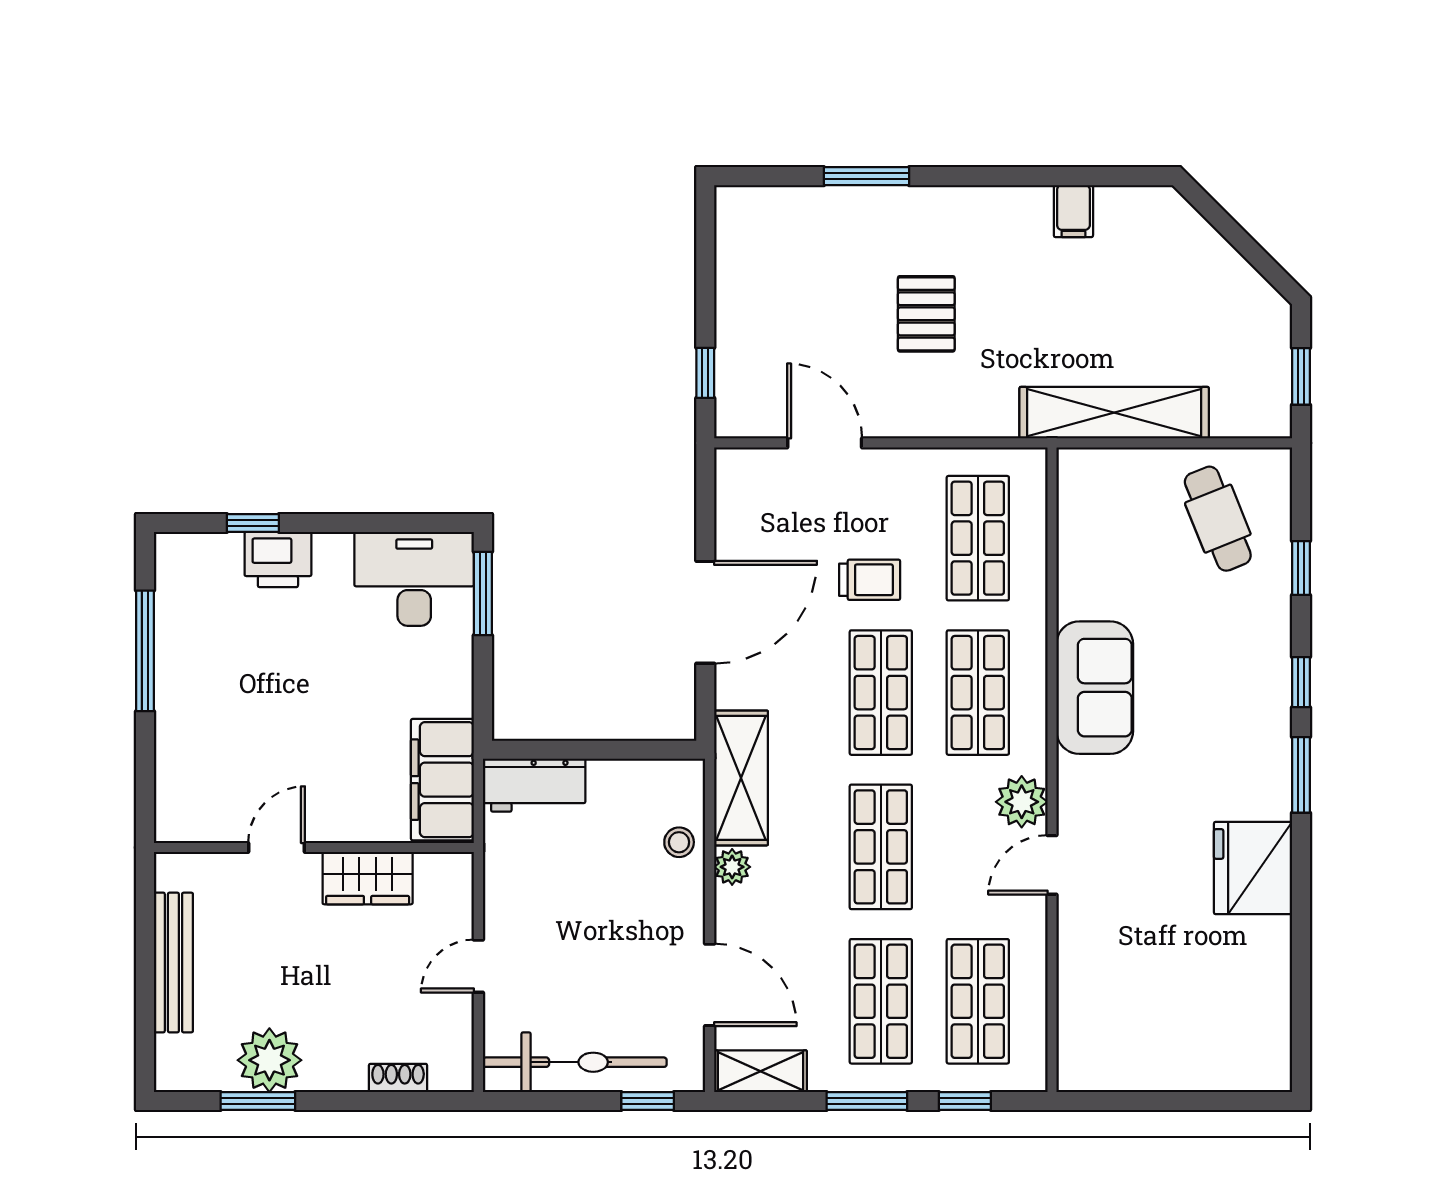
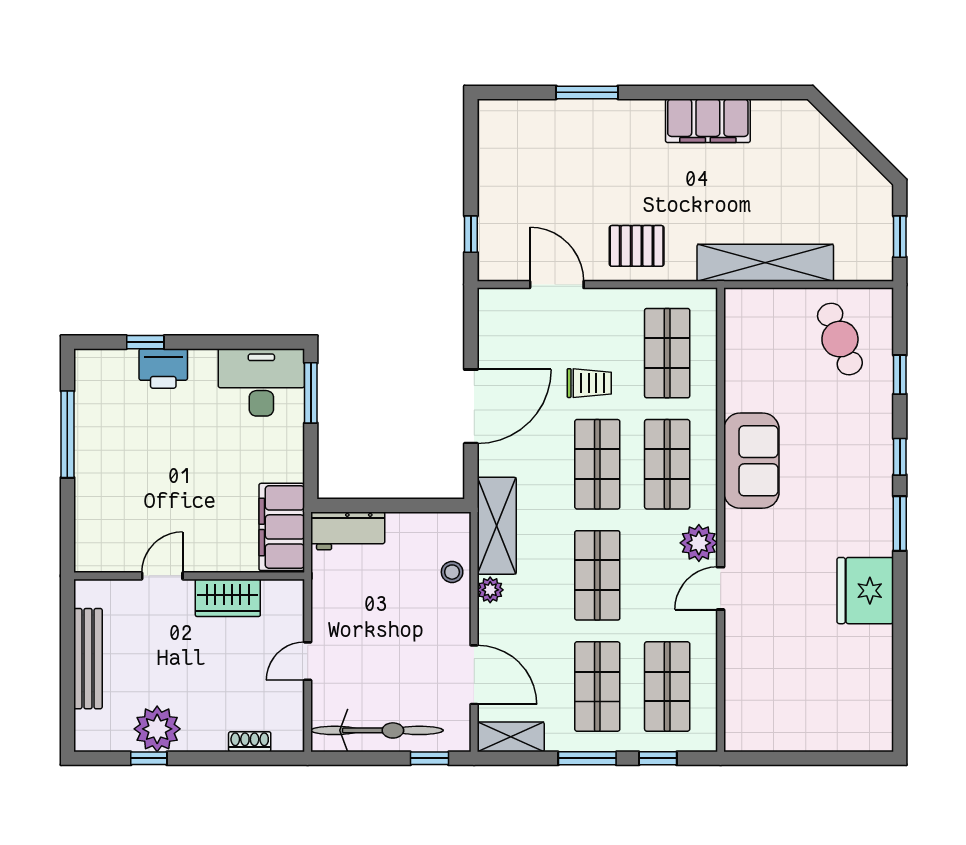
filing cabinet: (1073, 211) -> (708, 121), width x3.00, depth x1.17
pallet: (926, 314) -> (637, 246), moved, turned 90
window: (258, 1101) -> (149, 758), width x0.67

